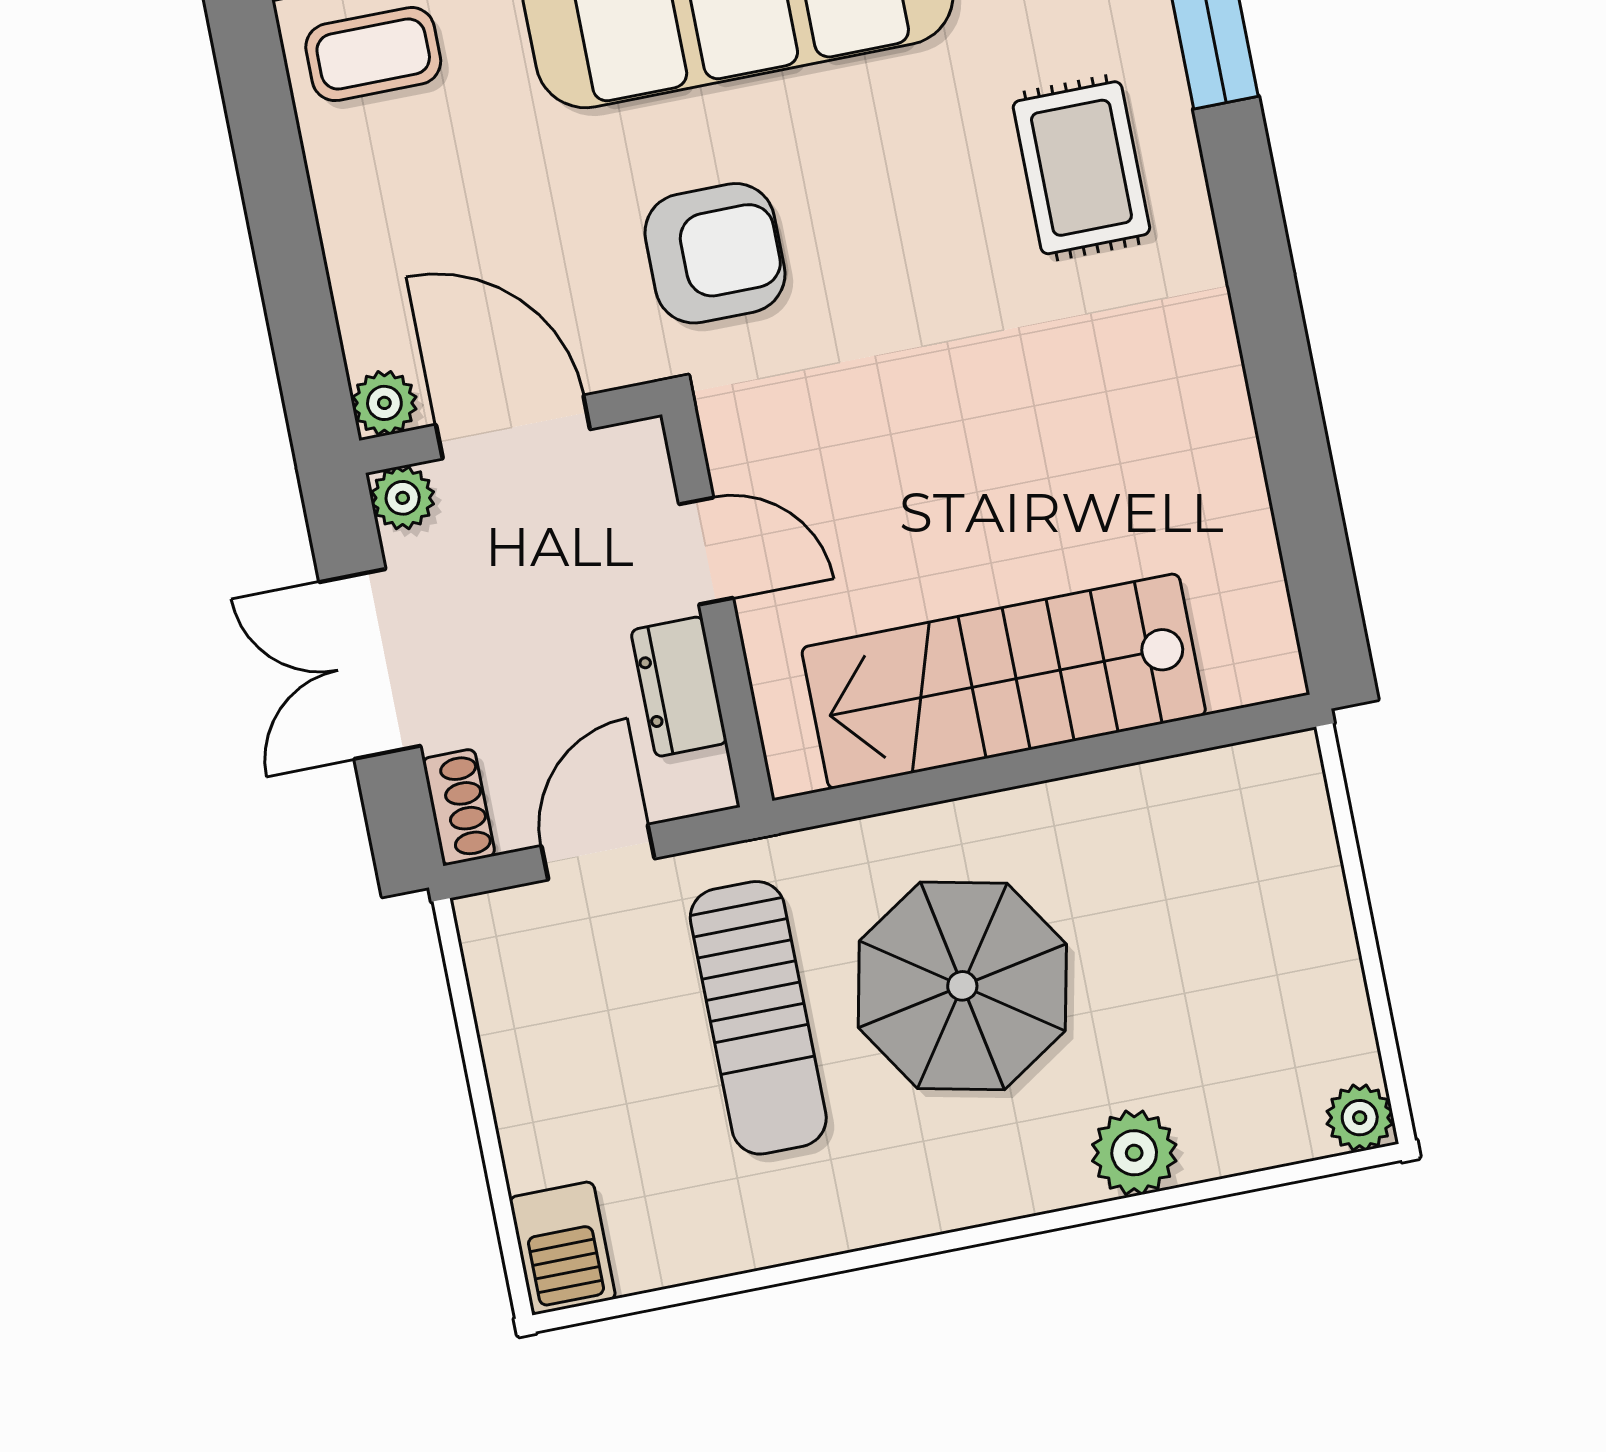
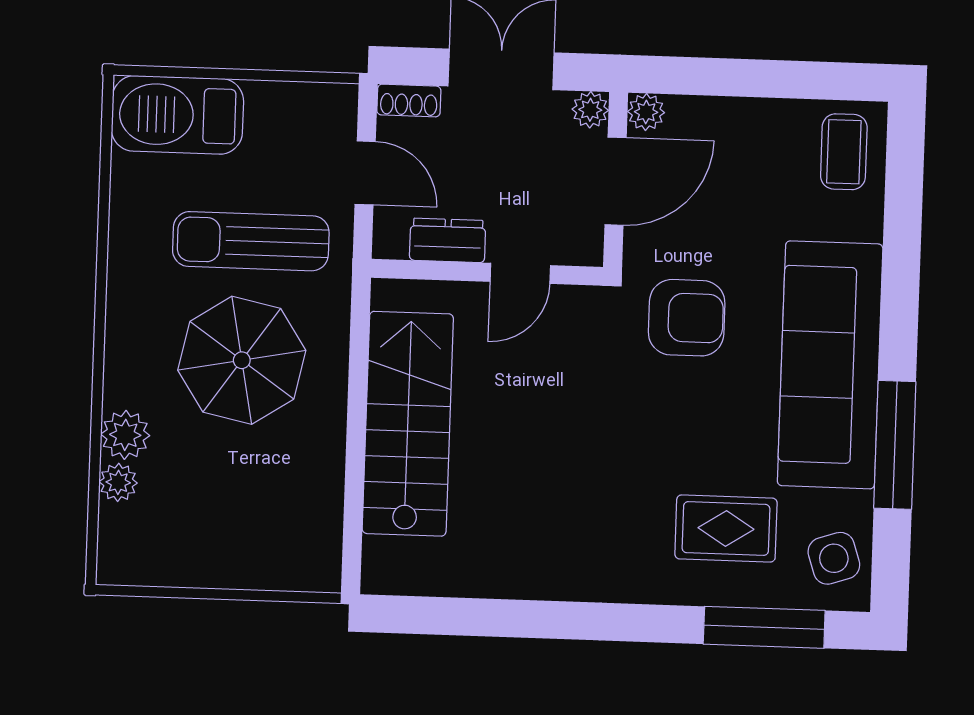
rug: (1081, 168) -> (726, 529), moved
armchair: (715, 253) -> (687, 318), turned -90
plant: (1360, 1118) -> (118, 482), moved
barbecue: (563, 1248) -> (177, 115), width x1.88, depth x1.53

